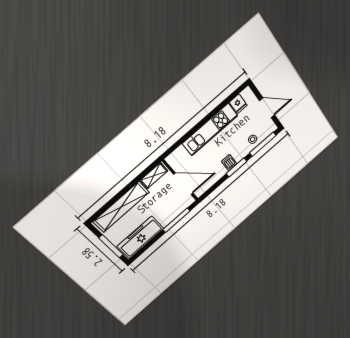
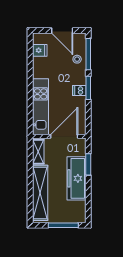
door: (267, 108) -> (62, 31), swing flipped
kitchen unit: (210, 130) -> (41, 107), moved
window: (176, 220) -> (88, 164), width x0.69
freezer: (140, 237) -> (76, 178), moved

